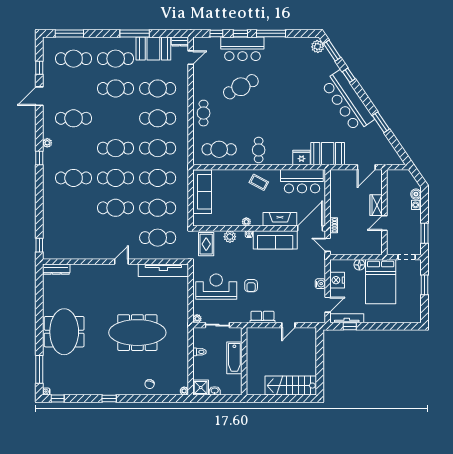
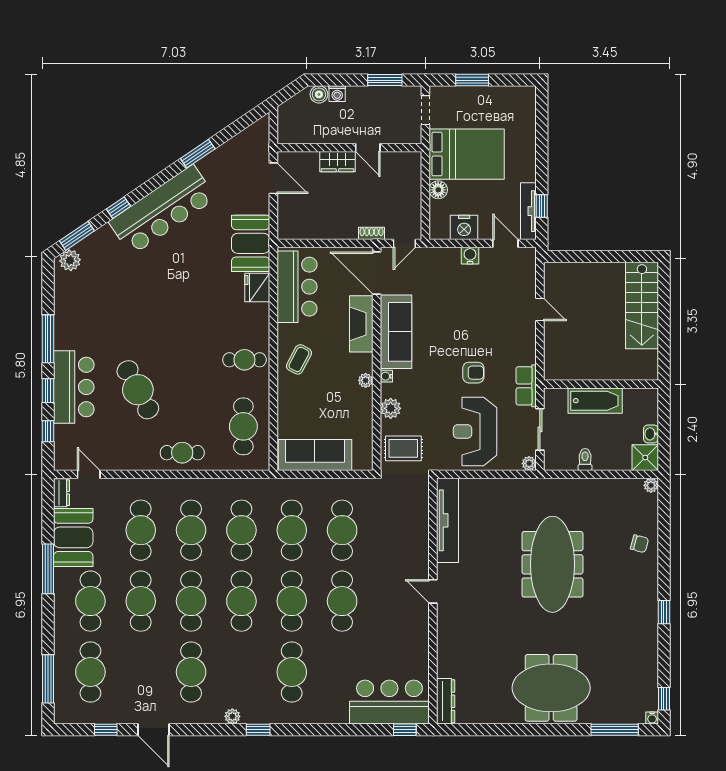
bar counter: (56, 236) -> (389, 702), added
cafe table: (158, 238) -> (191, 601), moved
row of seats: (262, 317) -> (526, 386), moved

